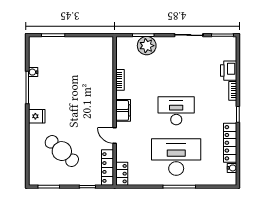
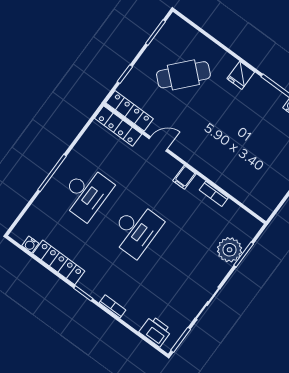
printer: (229, 71) -> (155, 331), moved
filing cabinet: (123, 110) -> (184, 177), width x0.50
desk: (176, 157) -> (86, 193), width x0.73, depth x0.77
locker: (122, 174) -> (118, 126), width x1.53

